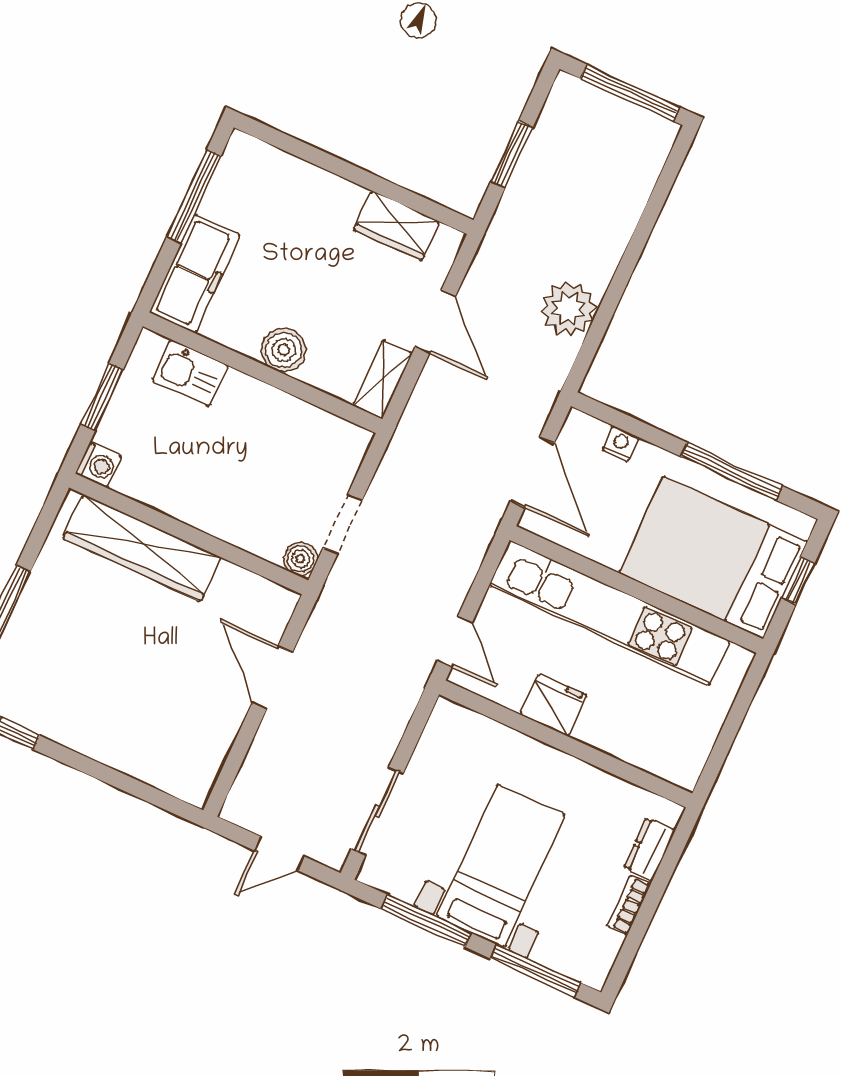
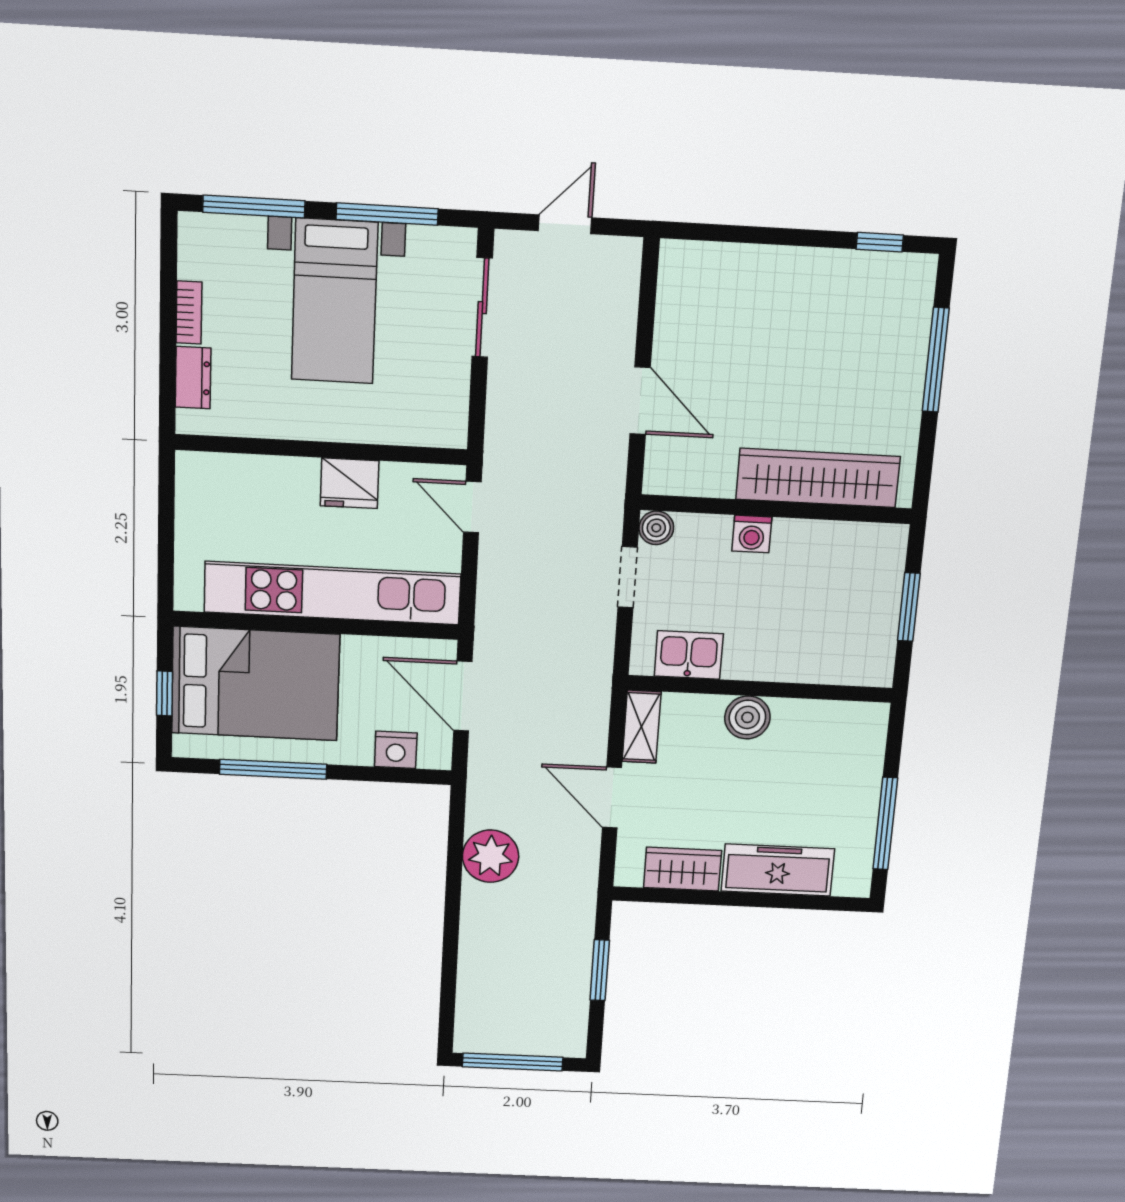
freezer: (195, 274) -> (778, 870), moved, turned 90
kitchen sink: (190, 373) -> (689, 655), moved
nightstand: (620, 444) -> (396, 750), width x1.39, depth x1.35
washing machine: (98, 465) -> (752, 534), moved, turned -90

